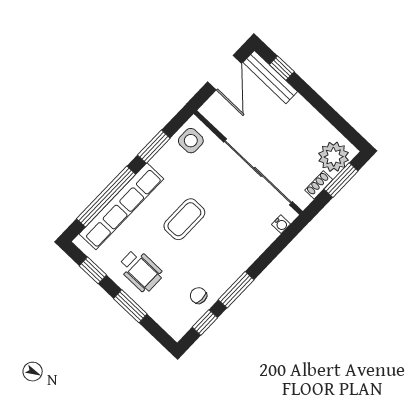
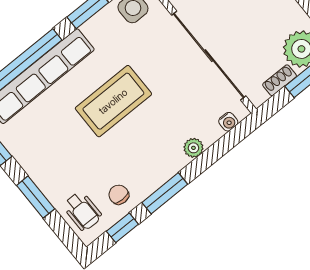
coffee table: (184, 219) -> (113, 101), width x1.36, depth x1.32
plant: (255, 249) -> (193, 148), added
wheelchair: (141, 271) -> (82, 211), moved, width x0.73, depth x0.73

